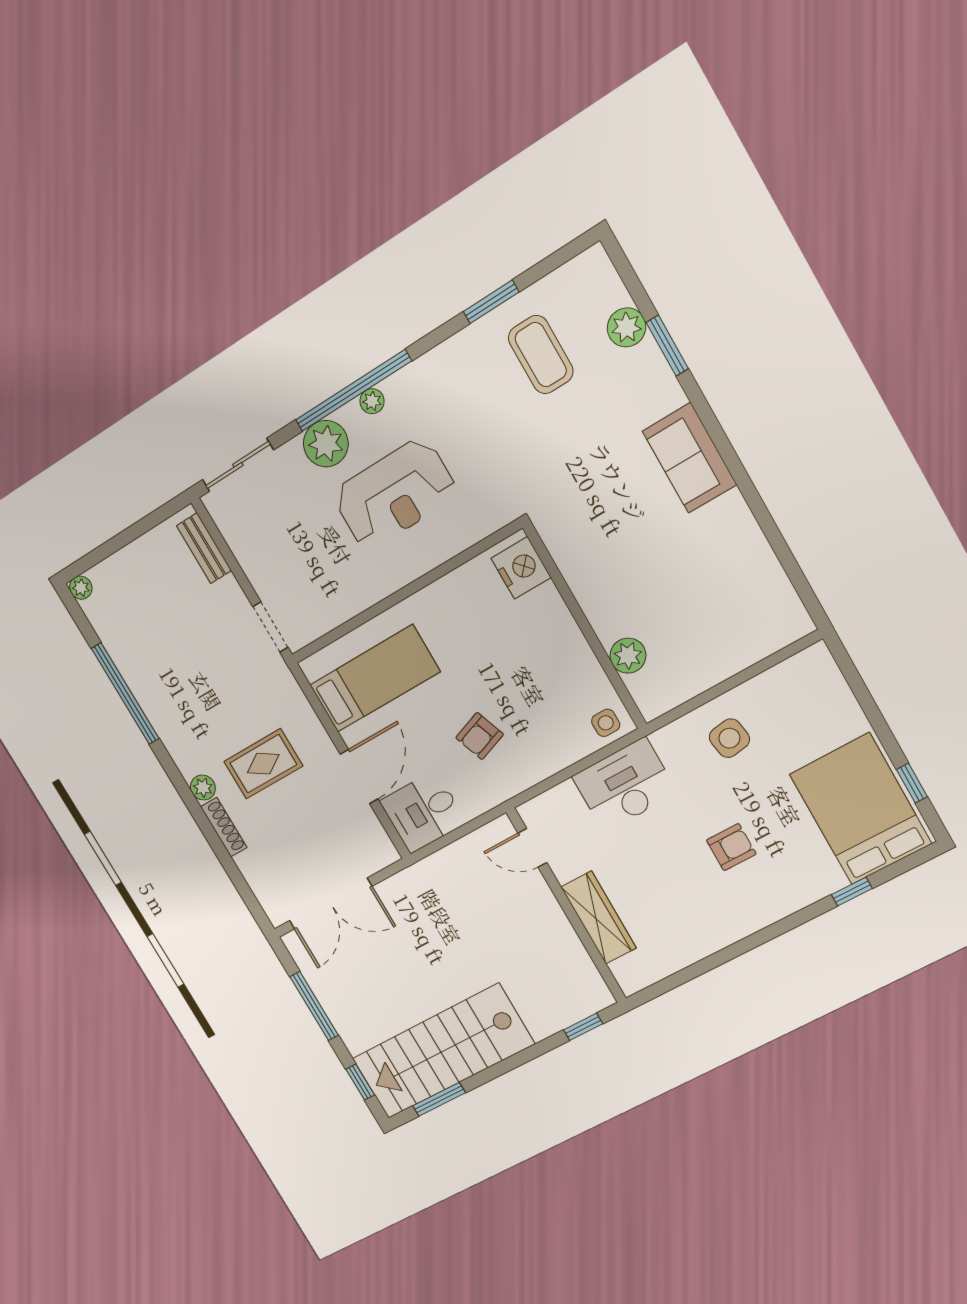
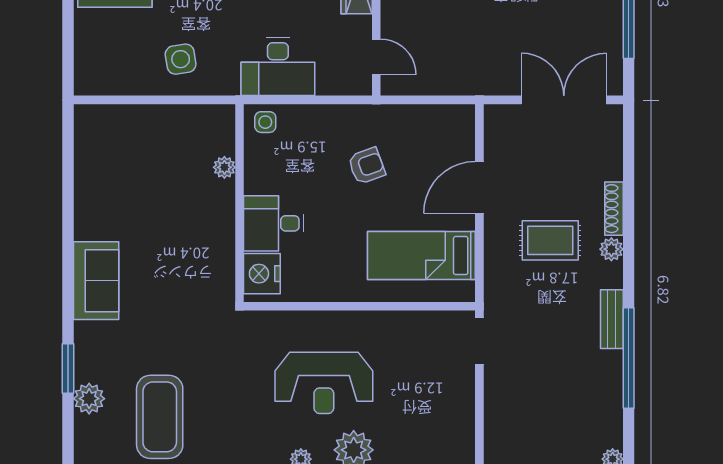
coffee table: (541, 355) -> (160, 417), width x1.36, depth x1.32
reception desk: (395, 494) -> (324, 383), turned 180
bench: (204, 548) -> (612, 319), moved
plant: (628, 656) -> (224, 167), width x0.73, depth x0.73
desk: (423, 812) -> (274, 223), moved, turned 180

